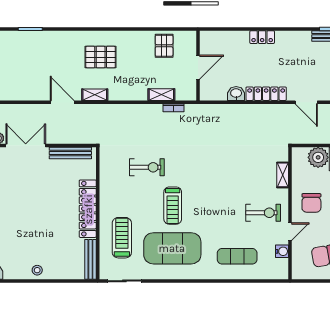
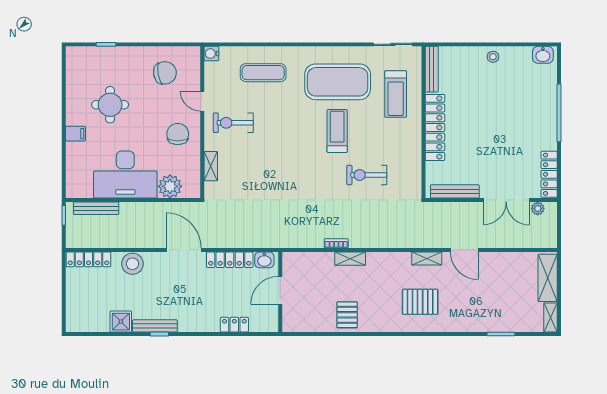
wall: (198, 66) -> (280, 292), moved
door: (198, 67) -> (280, 290), moved
door: (306, 102) -> (184, 250), width x1.36
door: (290, 232) -> (202, 101), hinge flipped
water cooler: (282, 251) -> (211, 54), moved

